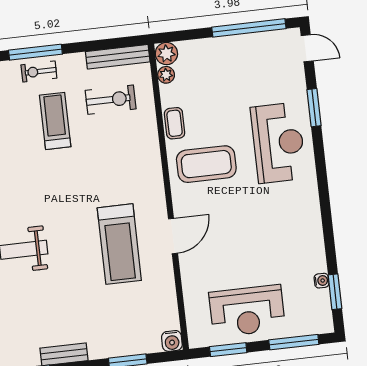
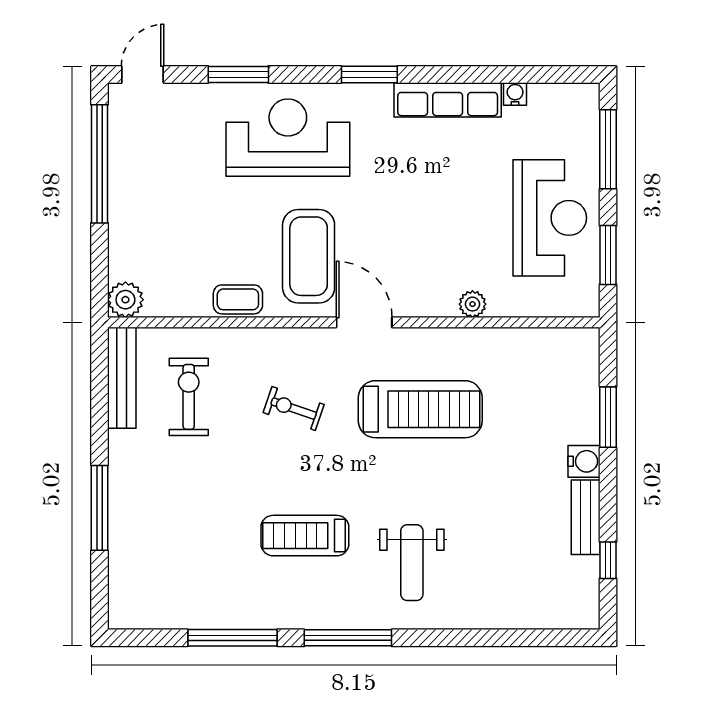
exercise bike: (39, 71) -> (294, 409), moved, turned 109
plant: (166, 75) -> (472, 304), moved
treadmill: (55, 121) -> (305, 536), moved
door: (173, 236) -> (364, 322), moved
row of seats: (313, 239) -> (448, 100), added
window: (335, 292) -> (369, 75), moved
water cooler: (172, 341) -> (584, 461), moved

